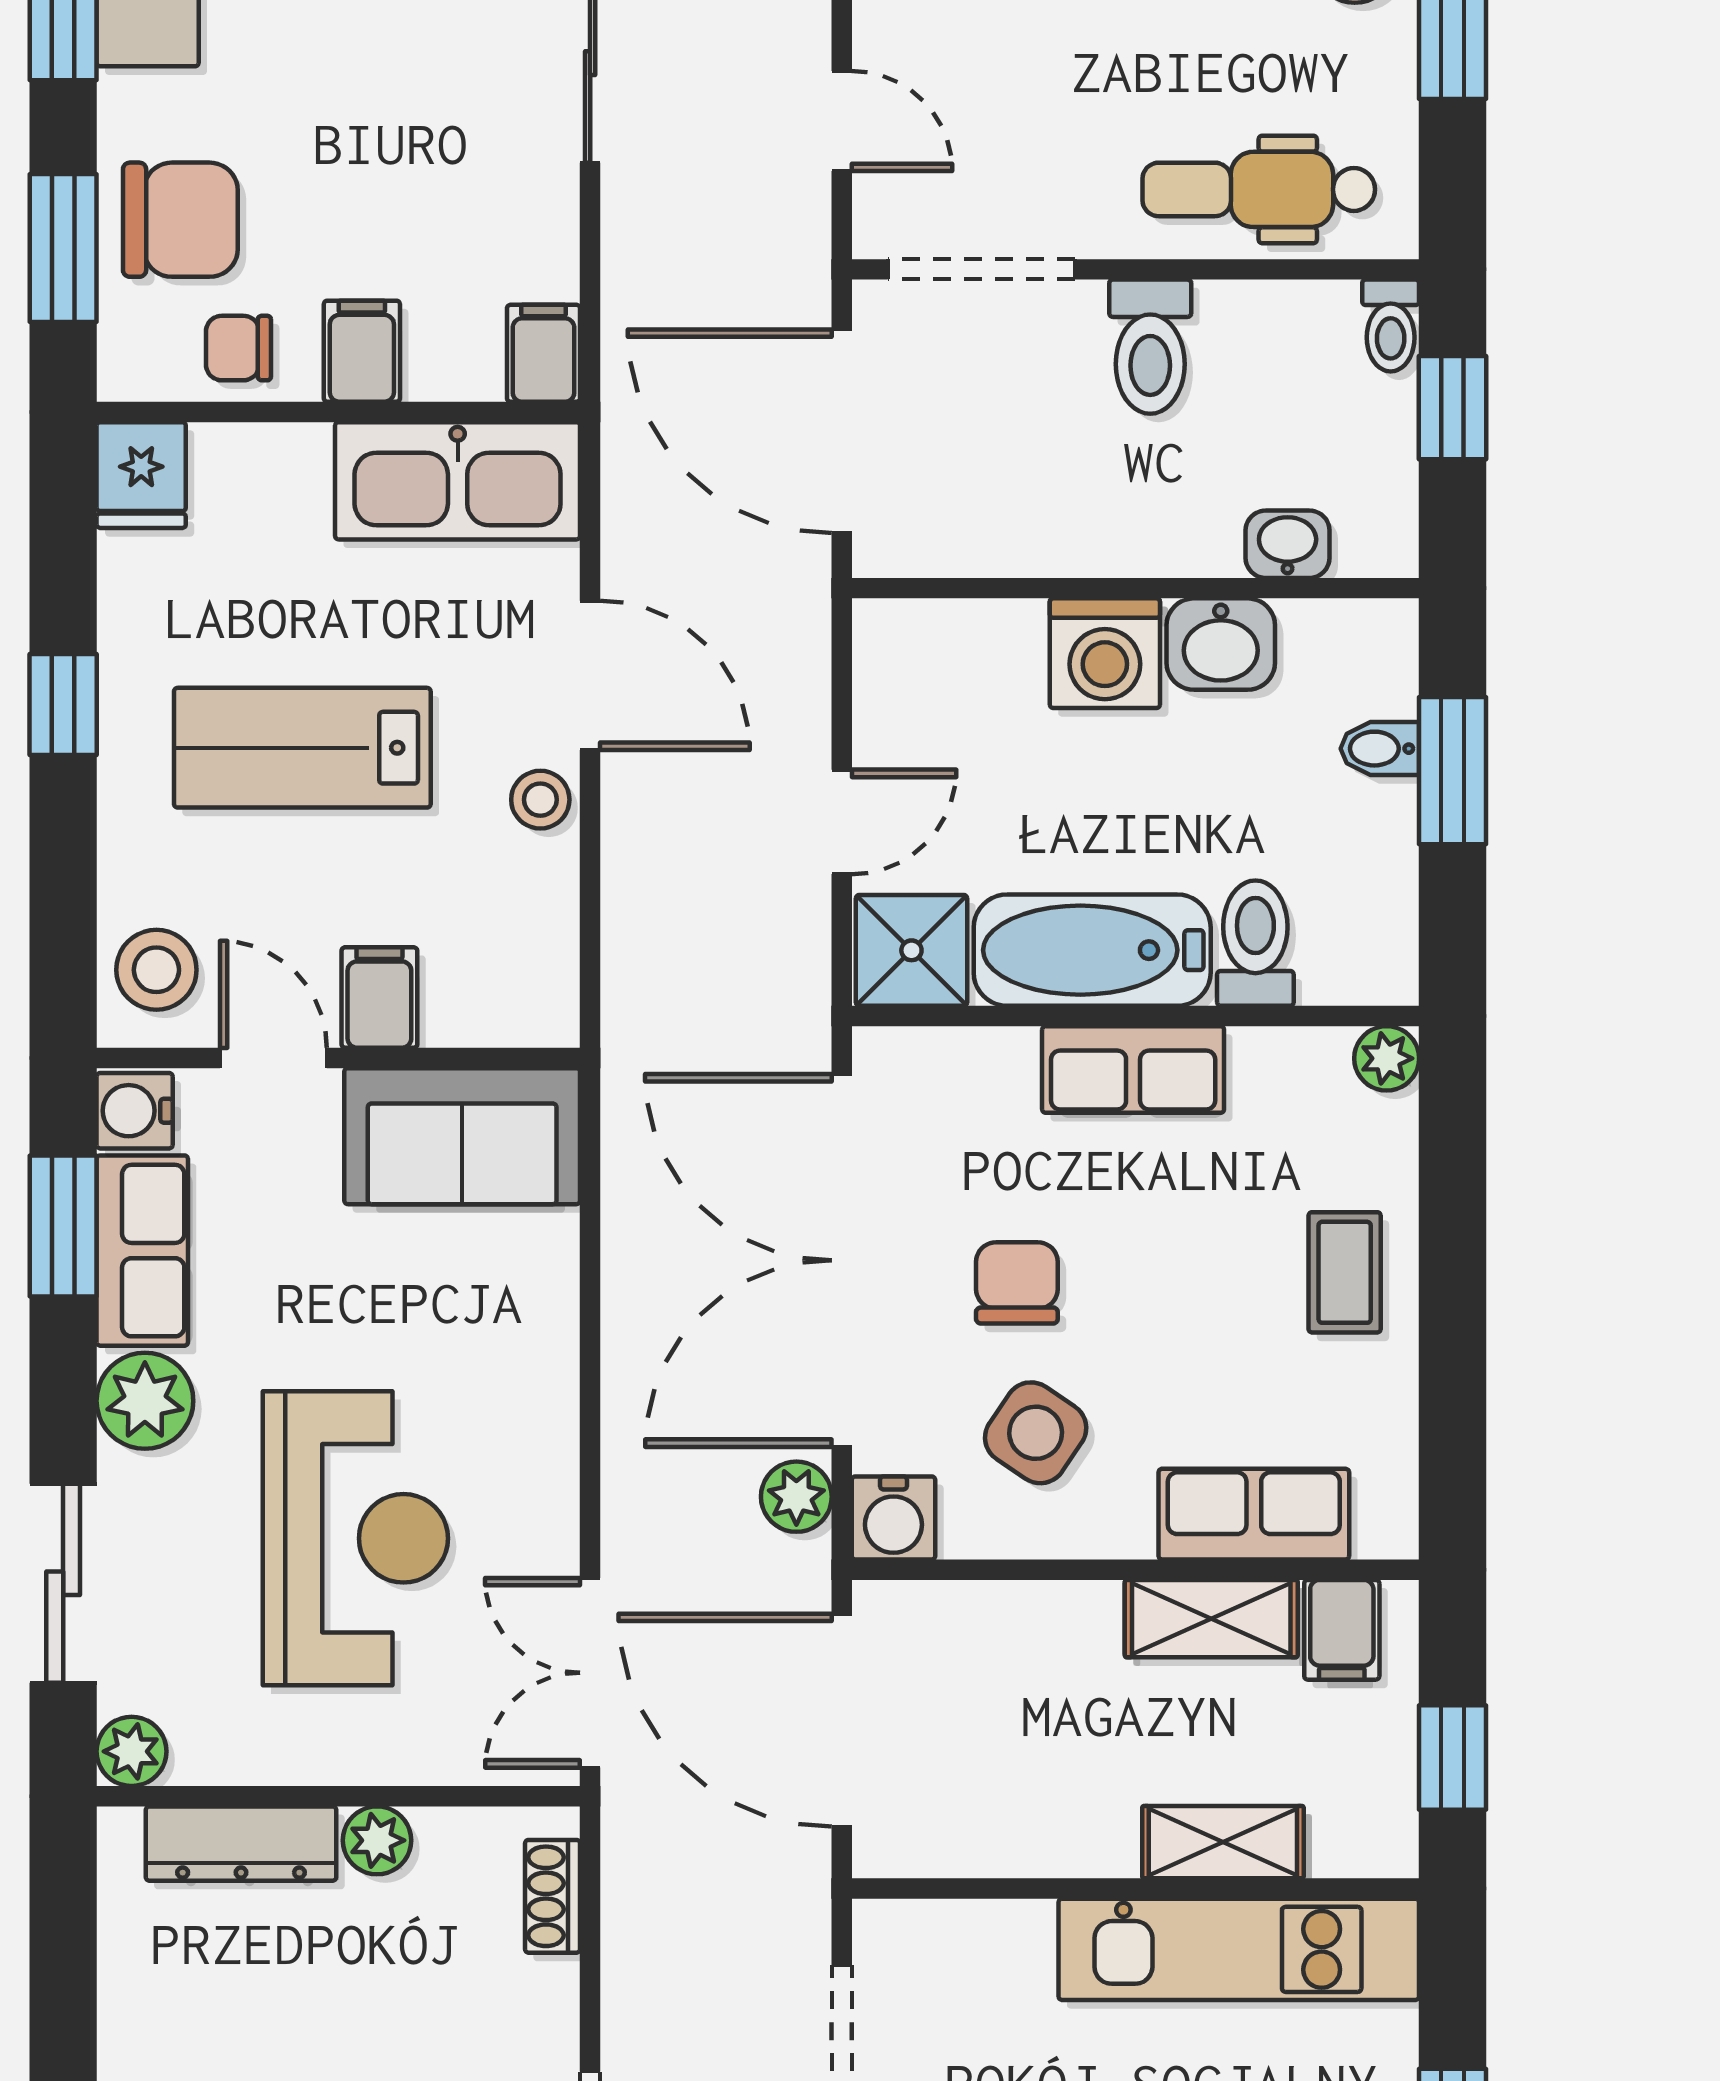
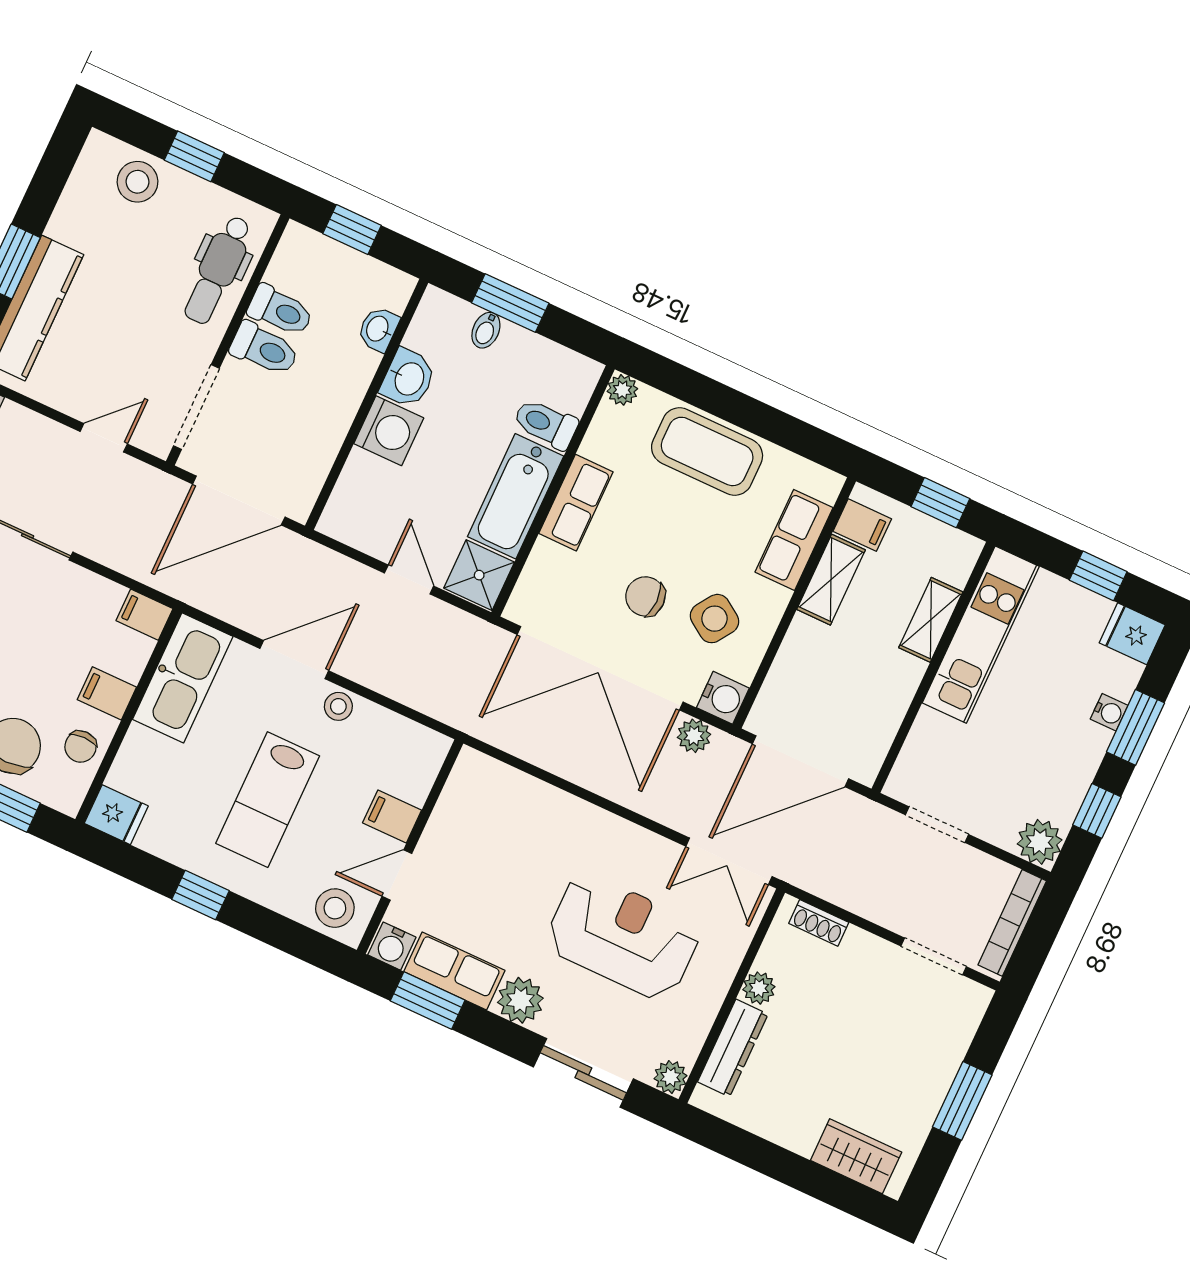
toilet: (1391, 326) -> (280, 311), moved, width x1.37, depth x1.39
sofa: (462, 1136) -> (469, 808), removed
coffee table: (1345, 1272) -> (707, 451), width x1.86, depth x1.72

